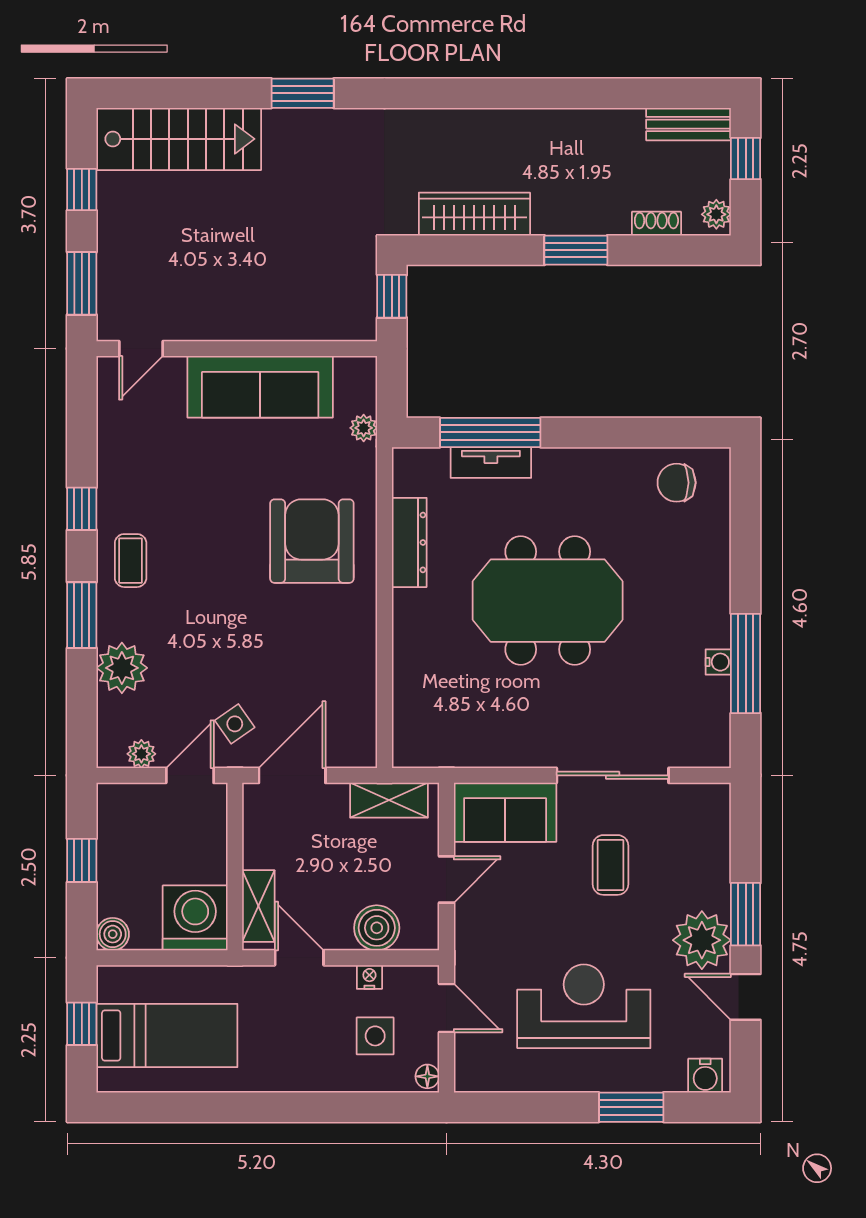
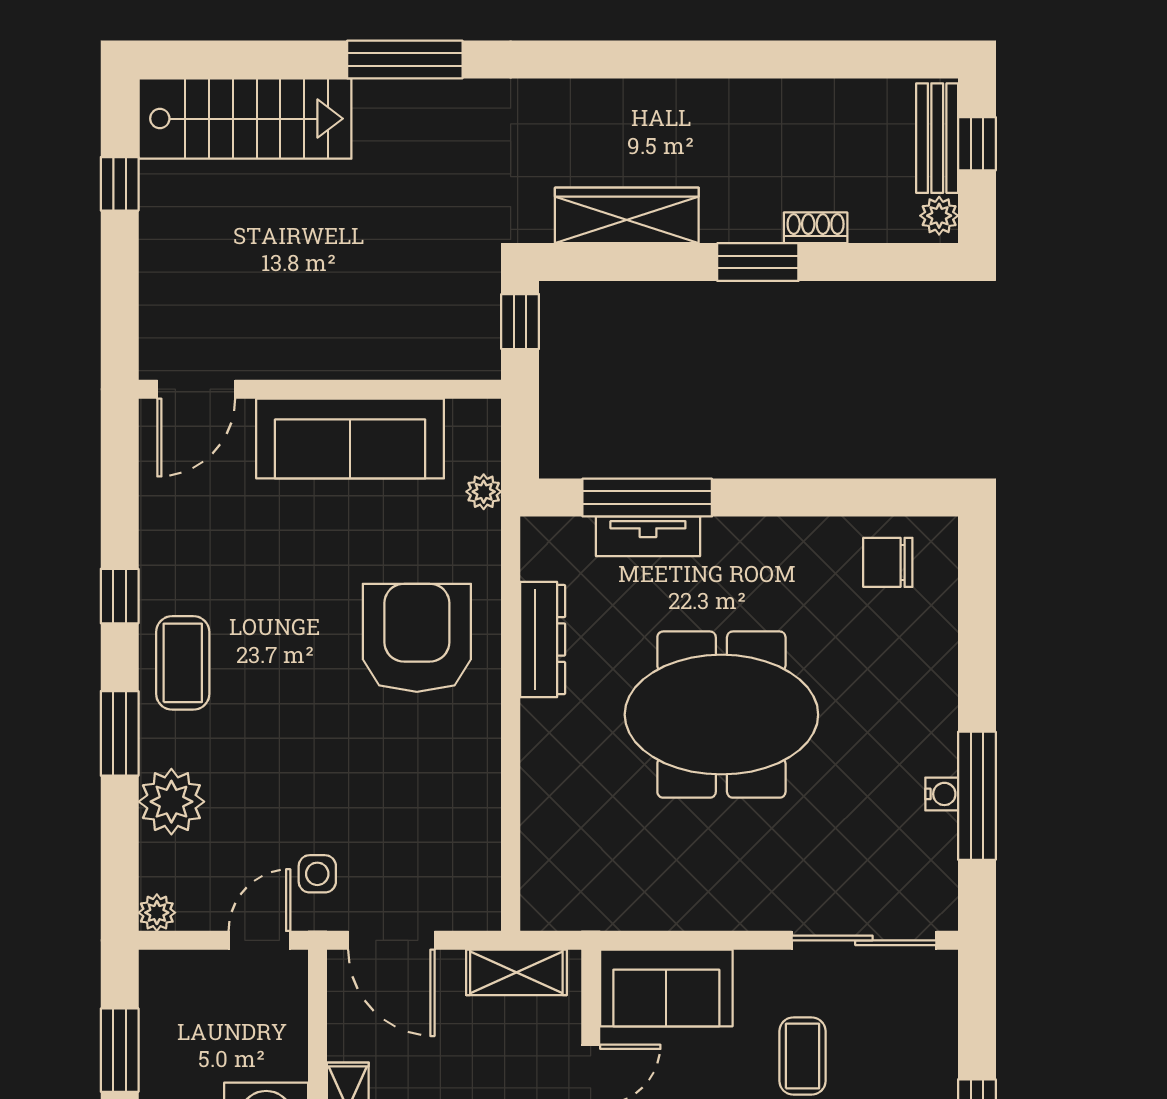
window: (303, 93) -> (405, 59), width x1.44
bench: (689, 124) -> (937, 138), moved, turned 90
shoe rack: (656, 224) -> (816, 228), moved
window: (82, 283) -> (120, 305), removed
door: (141, 349) -> (196, 389), width x1.38
coffee table: (131, 561) -> (183, 663), width x1.36, depth x1.30
side table: (235, 724) -> (317, 874), turned 35
plant: (141, 754) -> (157, 913), moved
door: (292, 775) -> (391, 940), swing flipped
sliding door: (613, 775) -> (864, 940), moved
window: (82, 860) -> (120, 1050), width x1.50

